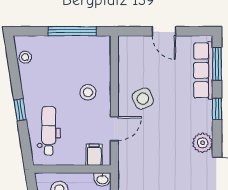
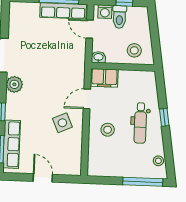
window: (72, 31) -> (143, 182), moved
dental chair: (49, 131) -> (140, 123), moved
filing cabinet: (94, 155) -> (104, 78), width x2.00

